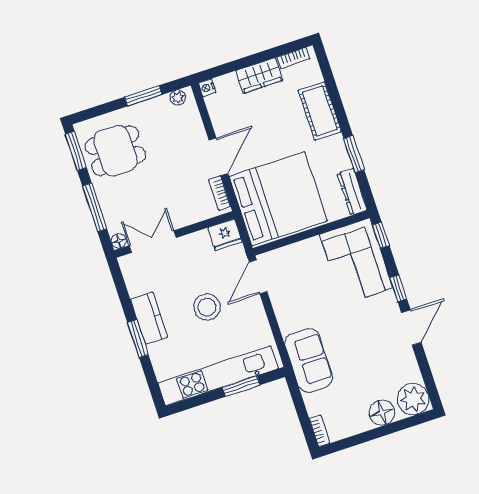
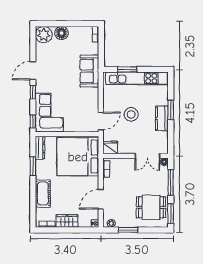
door: (218, 157) -> (101, 199), moved

